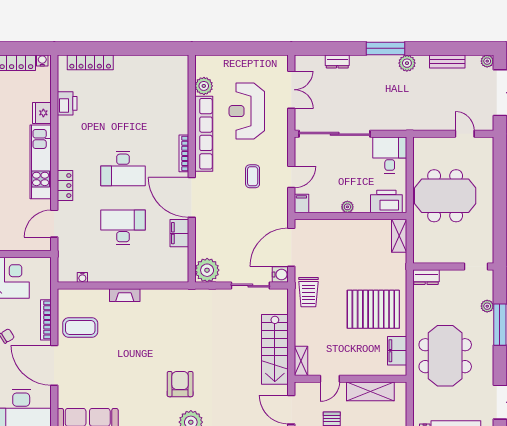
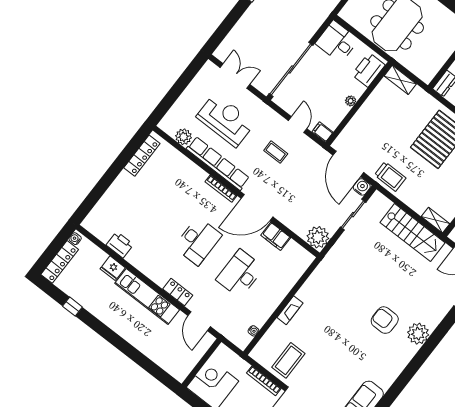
dresser: (337, 61) -> (240, 27), removed
locker: (90, 62) -> (142, 156), moved
reception desk: (247, 111) -> (226, 120), turned 180

